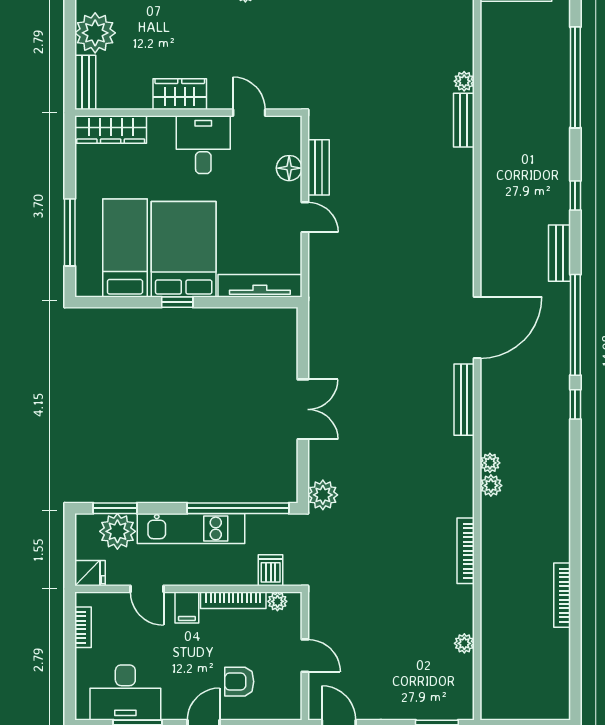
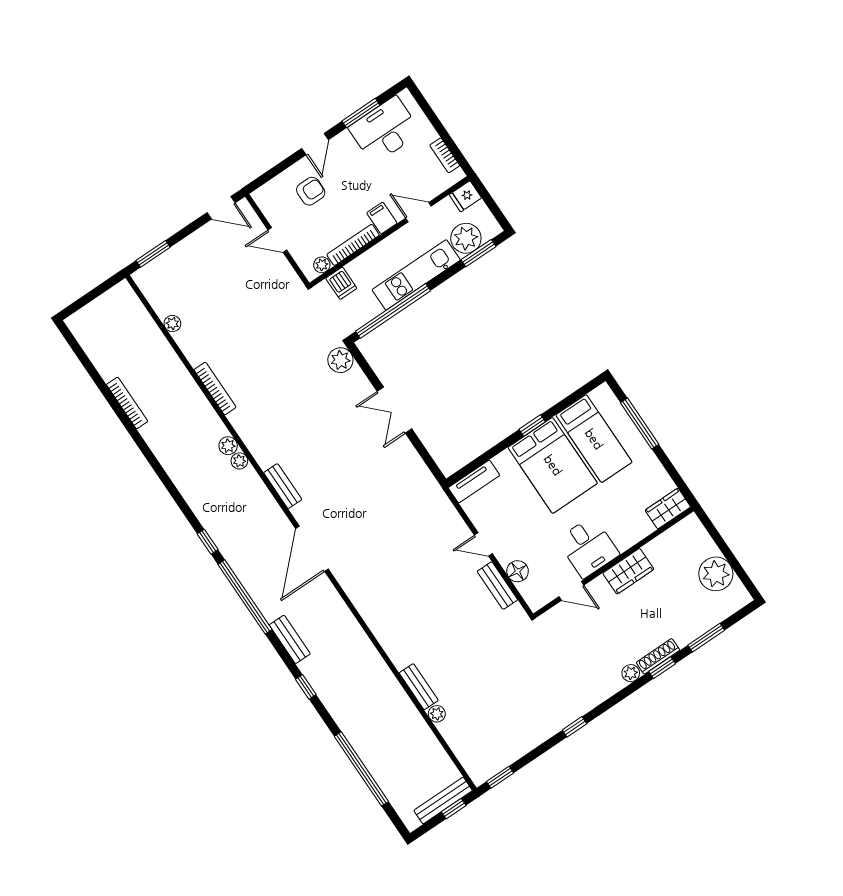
bench: (85, 82) -> (699, 535), removed
wardrobe: (111, 129) -> (668, 509), width x0.67
tv unit: (260, 286) -> (474, 482), width x0.71
bench: (464, 400) -> (283, 486), width x0.73

